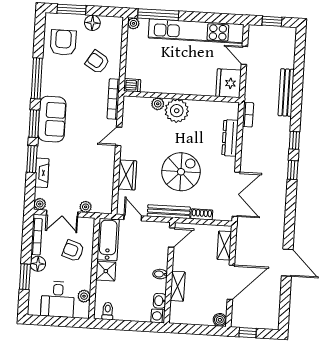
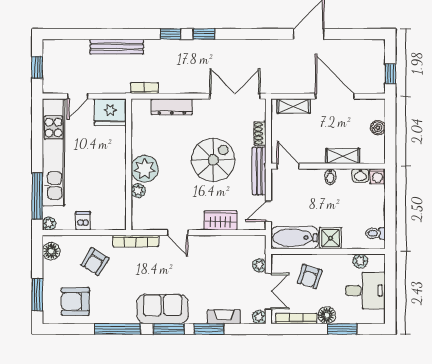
floor lamp: (92, 23) -> (51, 251), moved
dishwasher: (132, 85) -> (83, 221), moved
spiral stairs: (181, 172) -> (213, 160), turned 90
boiler: (220, 320) -> (378, 128), moved

